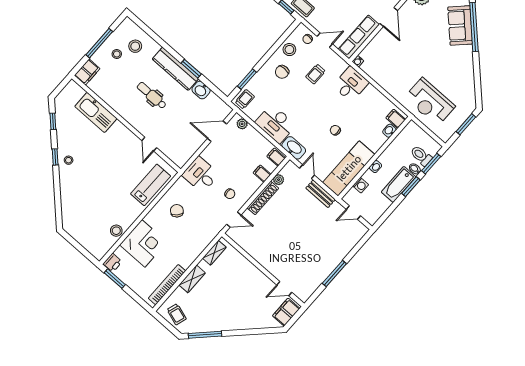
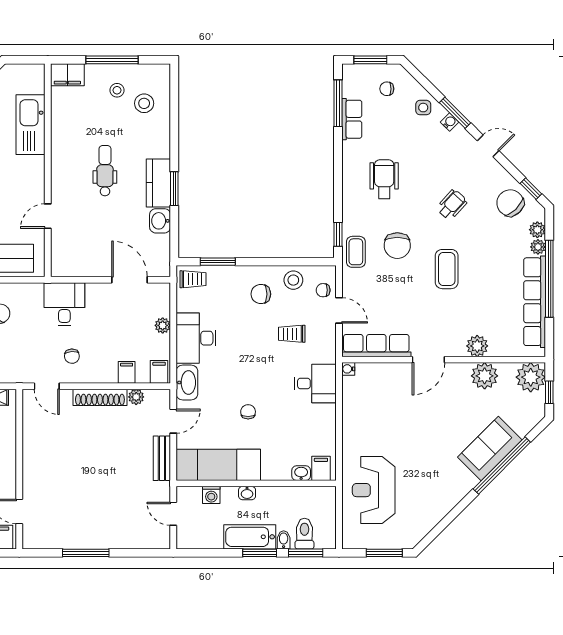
kitchen counter: (175, 69) -> (158, 183), width x0.67
plant: (242, 124) -> (163, 325), moved

